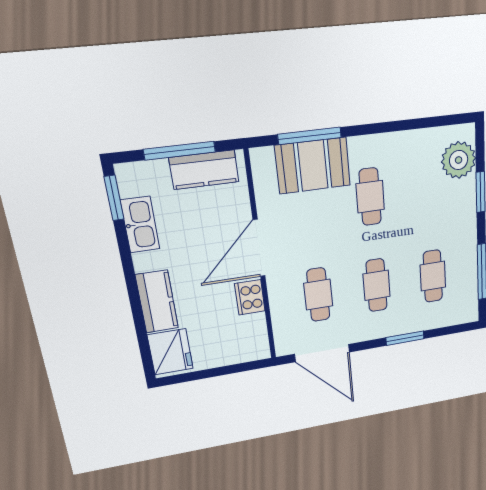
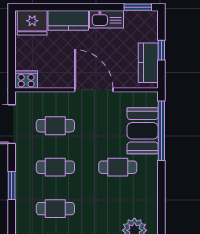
window: (310, 136) -> (161, 131), width x1.46
window: (180, 151) -> (161, 50), width x0.46
kitchen sink: (140, 225) -> (107, 19), moved
cooker: (250, 297) -> (26, 80), moved

